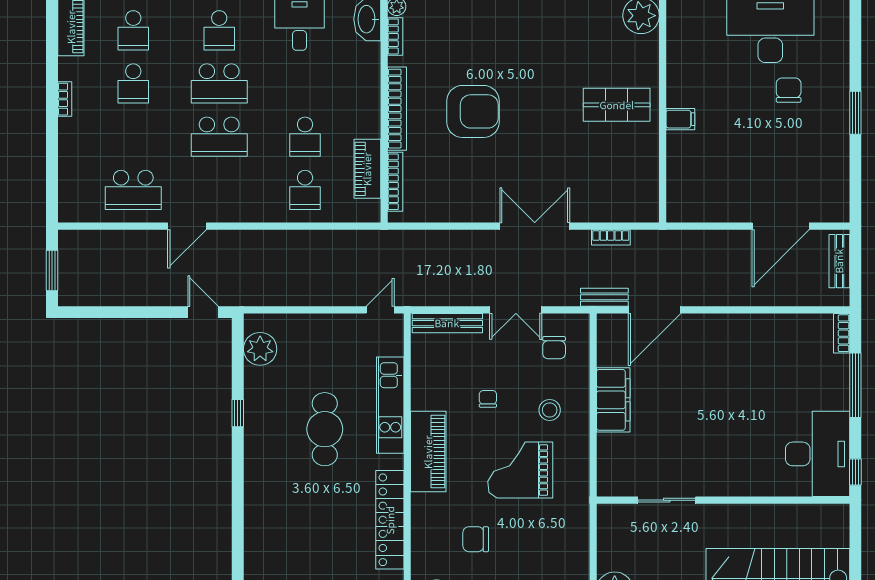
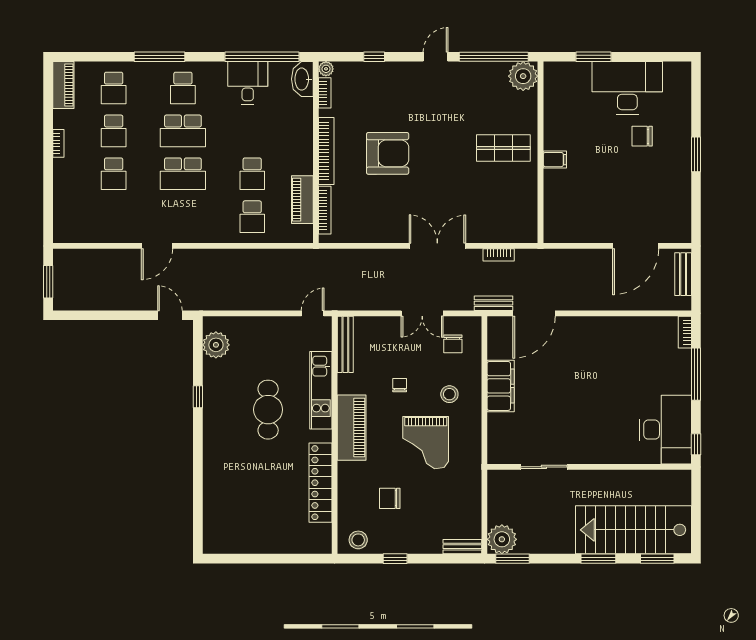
chair: (789, 90) -> (642, 136), turned -90
school desk: (133, 190) -> (114, 174), moved, width x0.54
bench: (447, 323) -> (345, 344), moved, turned 90
grand piano: (520, 470) -> (426, 443), turned -90

